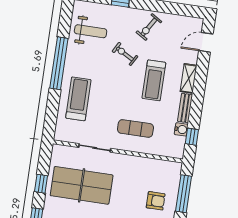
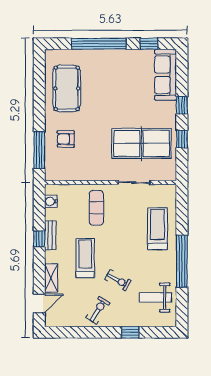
shelving: (189, 78) -> (51, 278), moved
treadmill: (78, 99) -> (157, 229), turned 180
exercise mat: (135, 128) -> (96, 208), turned 90
water cooler: (181, 129) -> (51, 201), moved
window: (192, 137) -> (39, 239), moved

